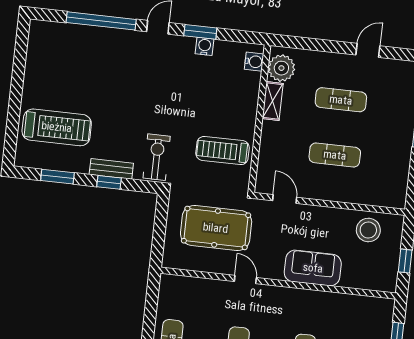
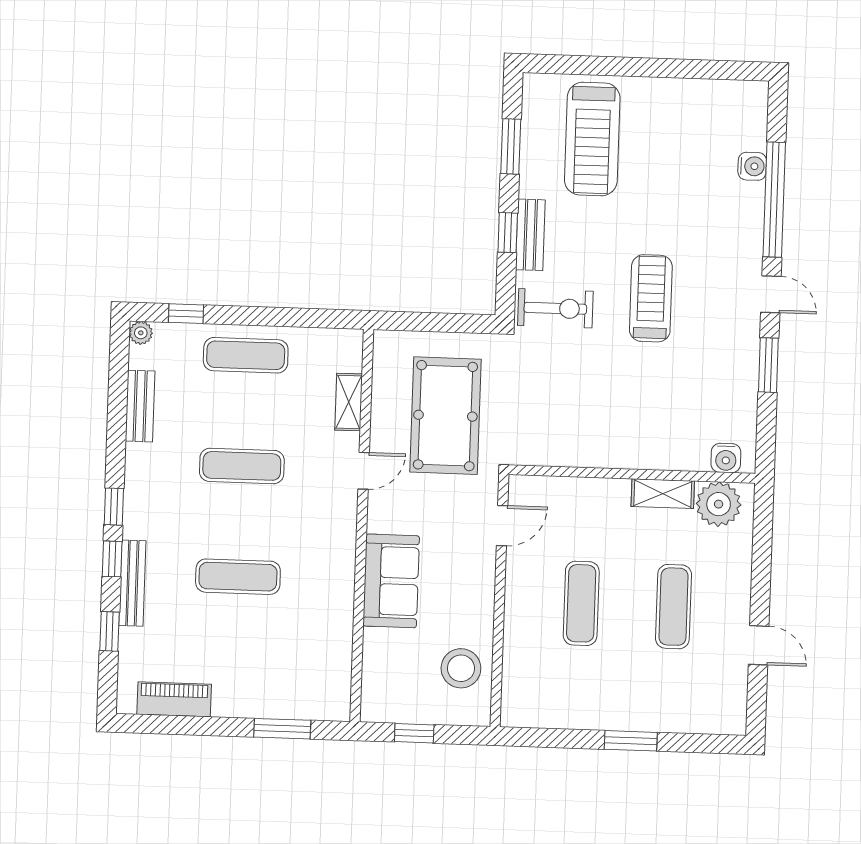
water cooler: (205, 46) -> (752, 166), moved
treadmill: (223, 151) -> (651, 298), moved
shelving: (203, 285) -> (349, 402), added

